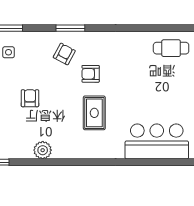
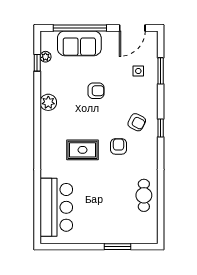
window: (70, 28) -> (161, 128), width x0.67
cafe table: (171, 48) -> (144, 195), moved

